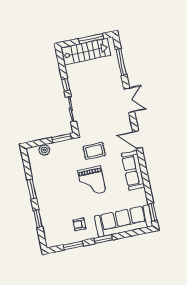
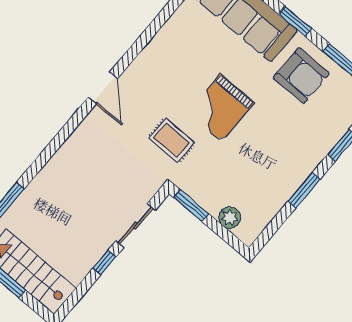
double door: (129, 100) -> (53, 147), removed
sofa: (133, 170) -> (155, 58), removed
grand piano: (92, 181) -> (221, 108), turned 180
armchair: (79, 224) -> (301, 76), width x1.88, depth x1.88

